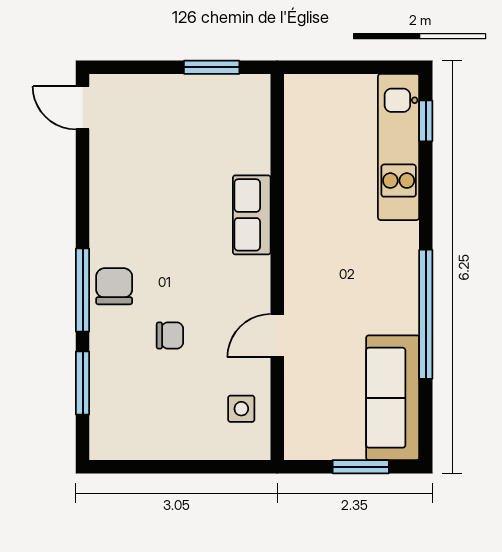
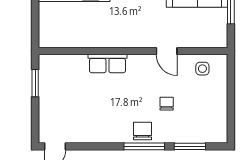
chair: (114, 286) -> (142, 131), turned 90

